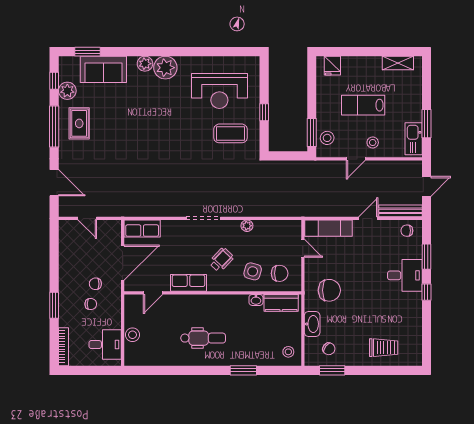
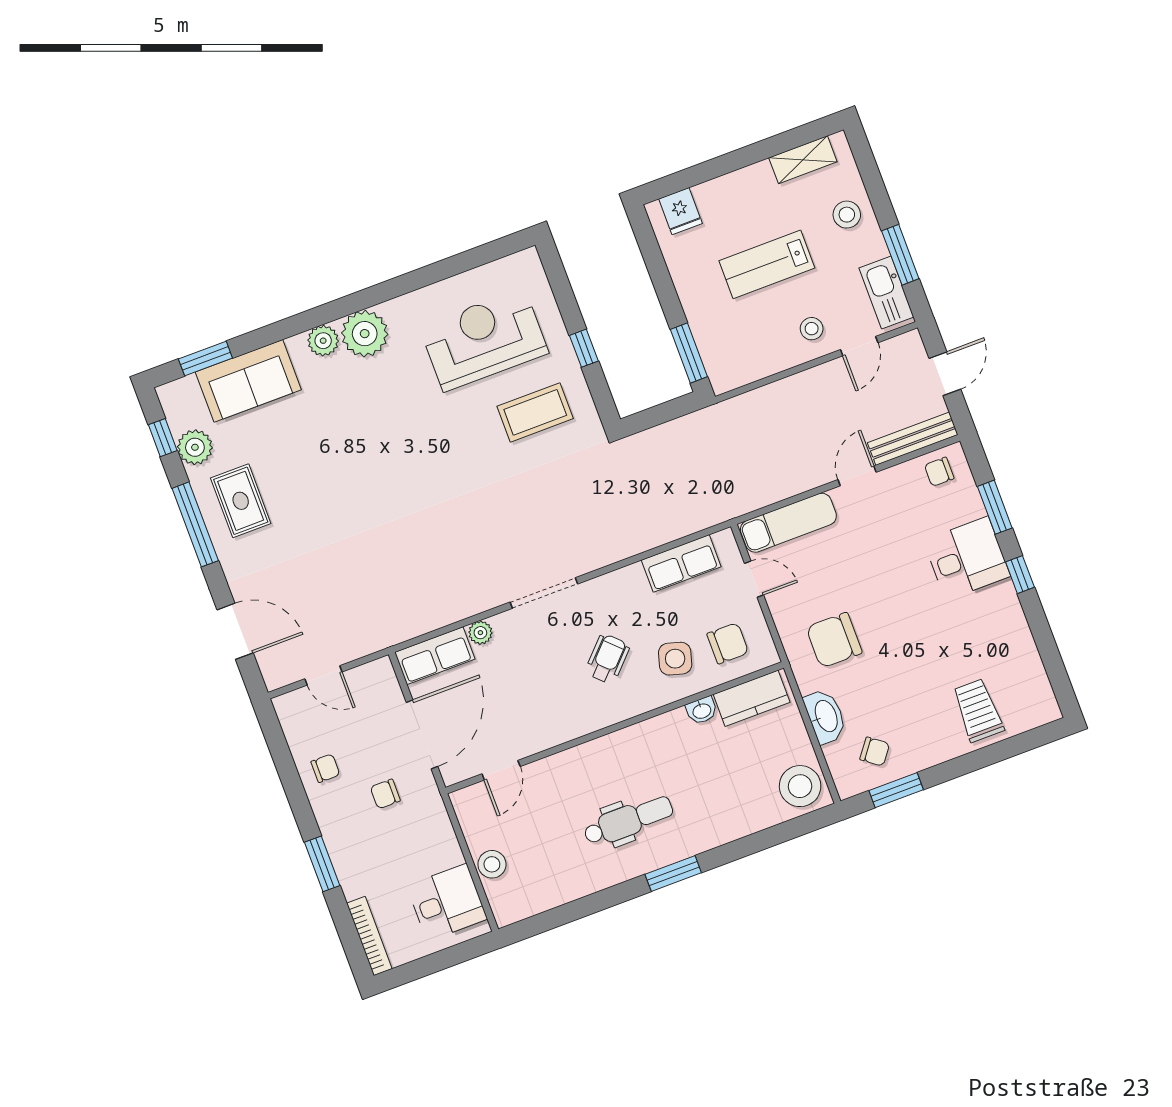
reception desk: (219, 91) -> (484, 340), turned 180
stool: (327, 138) -> (847, 215), moved
door: (356, 159) -> (859, 346), moved
plant: (247, 226) -> (480, 633), moved
row of seats: (188, 283) -> (681, 563), moved, turned 180
chair: (329, 290) -> (834, 640), turned 180
chair: (91, 304) -> (325, 768), moved
trolley: (384, 348) -> (978, 710), turned -90
stool: (288, 352) -> (800, 786), width x1.89, depth x1.89
window: (243, 370) -> (673, 873), moved

